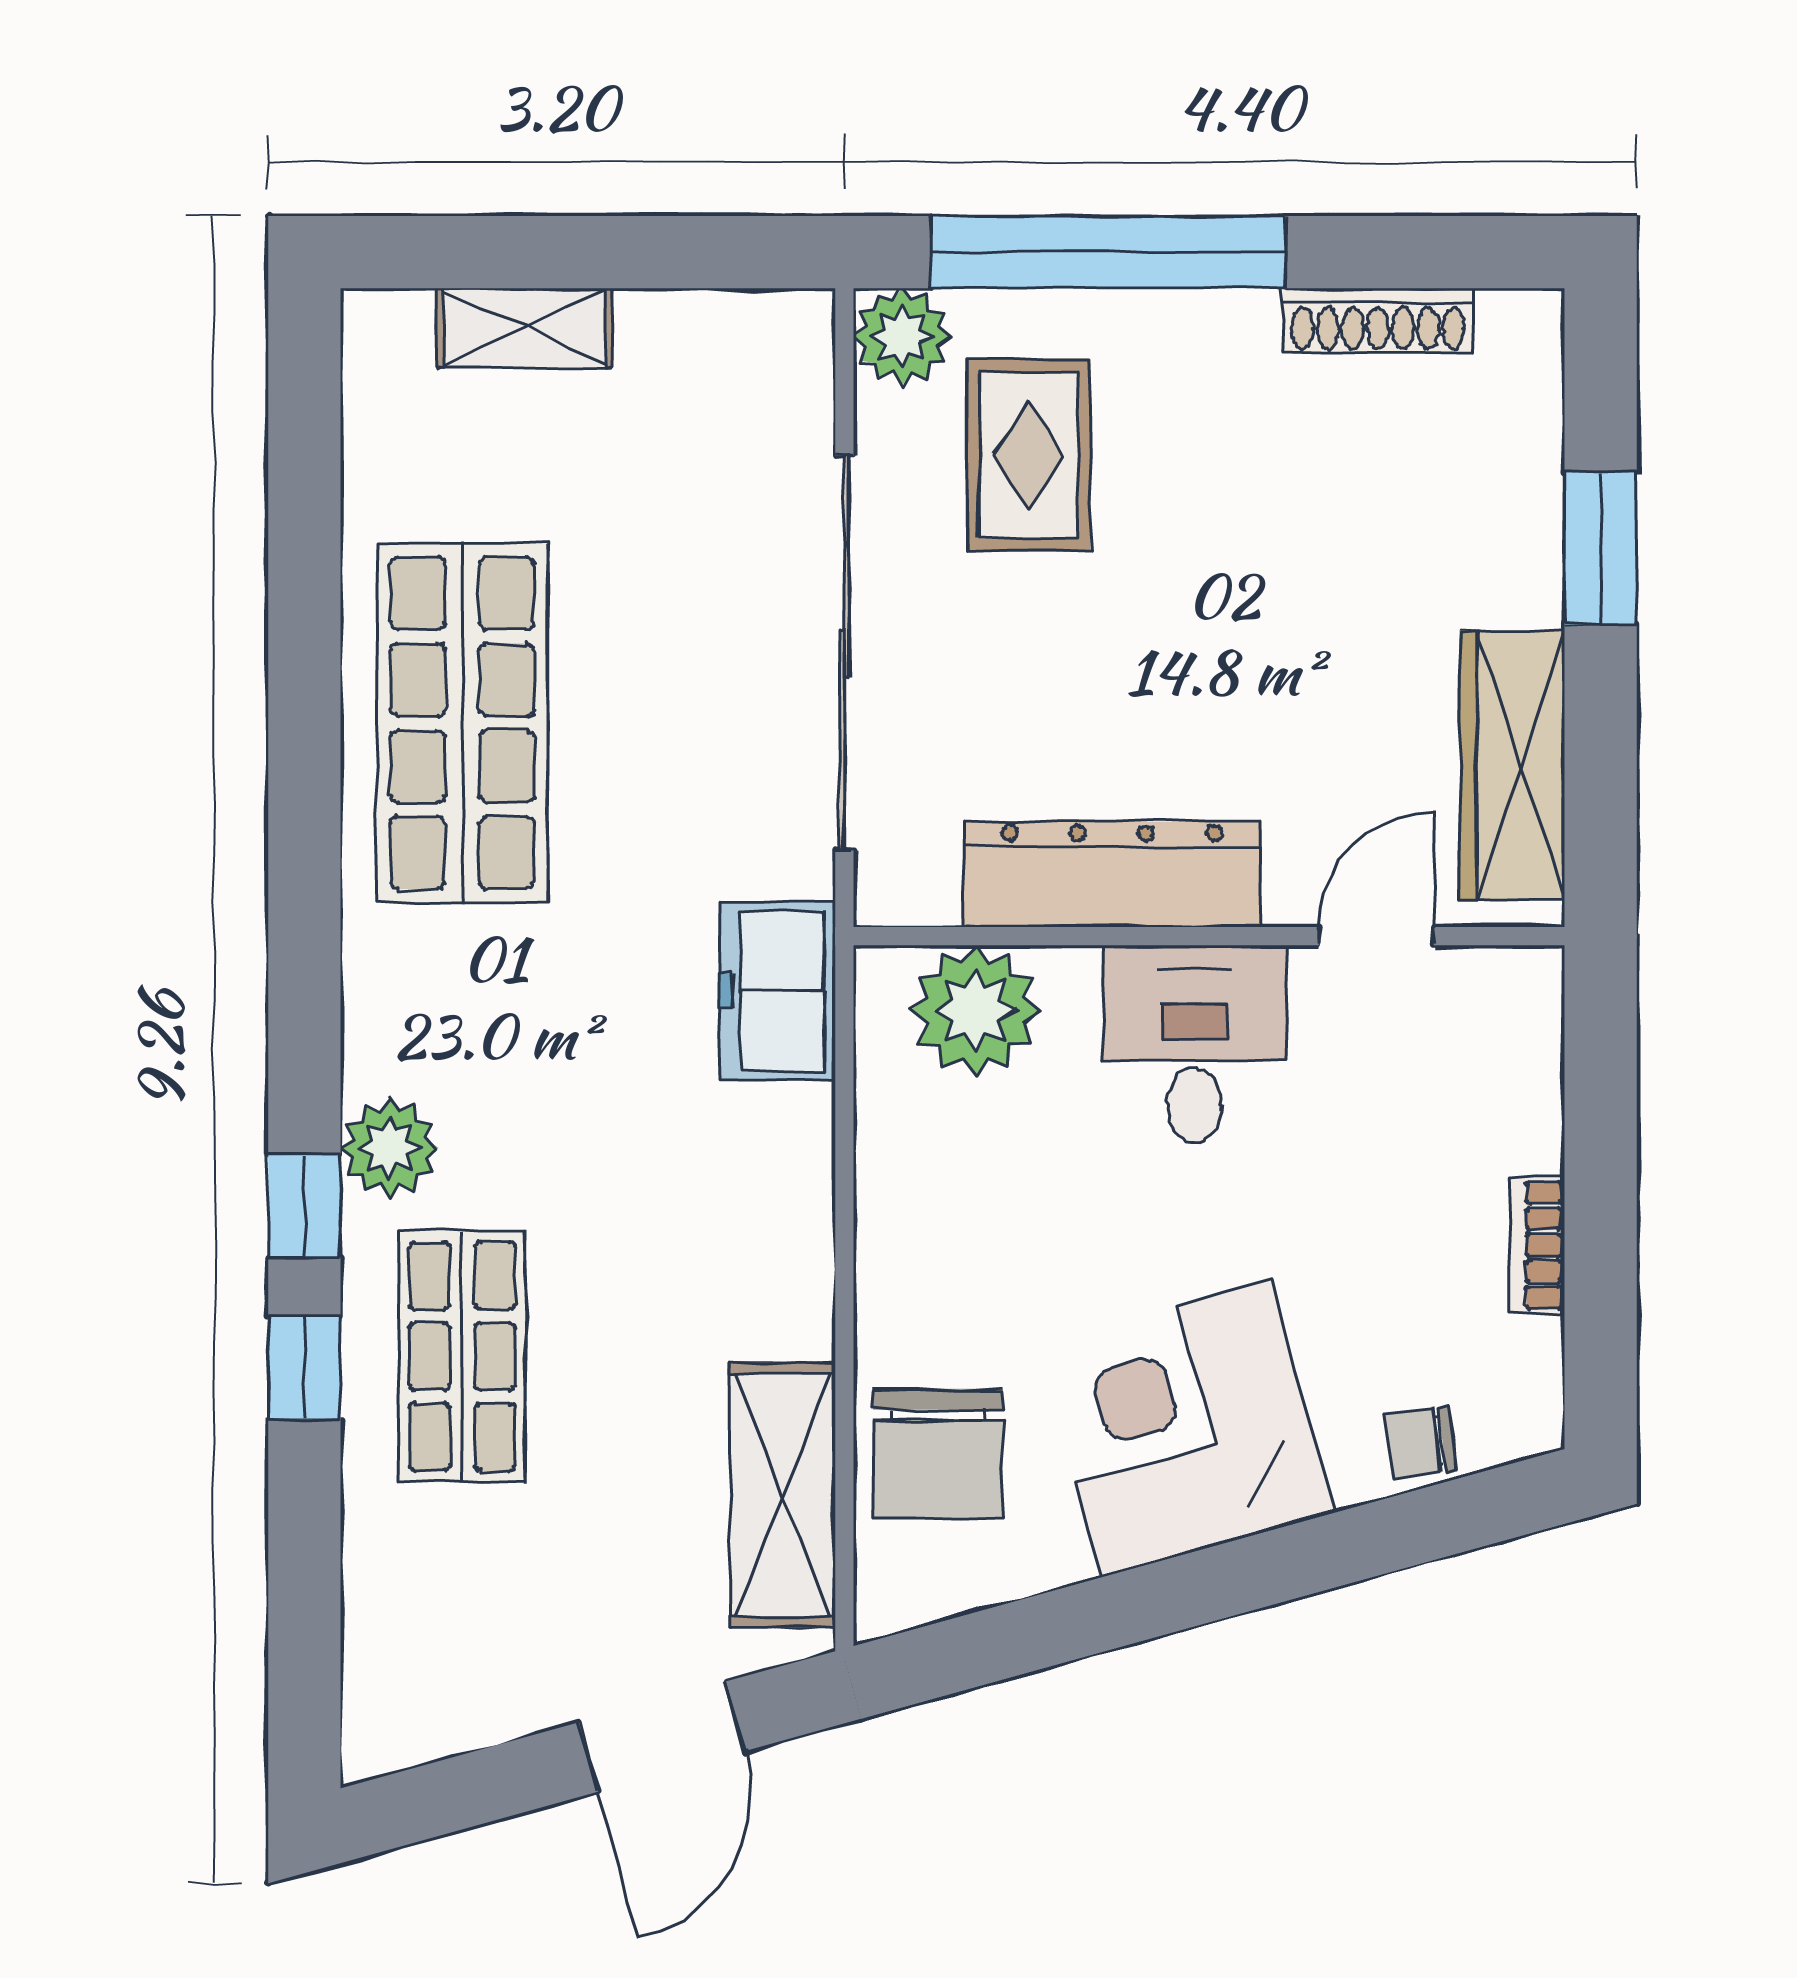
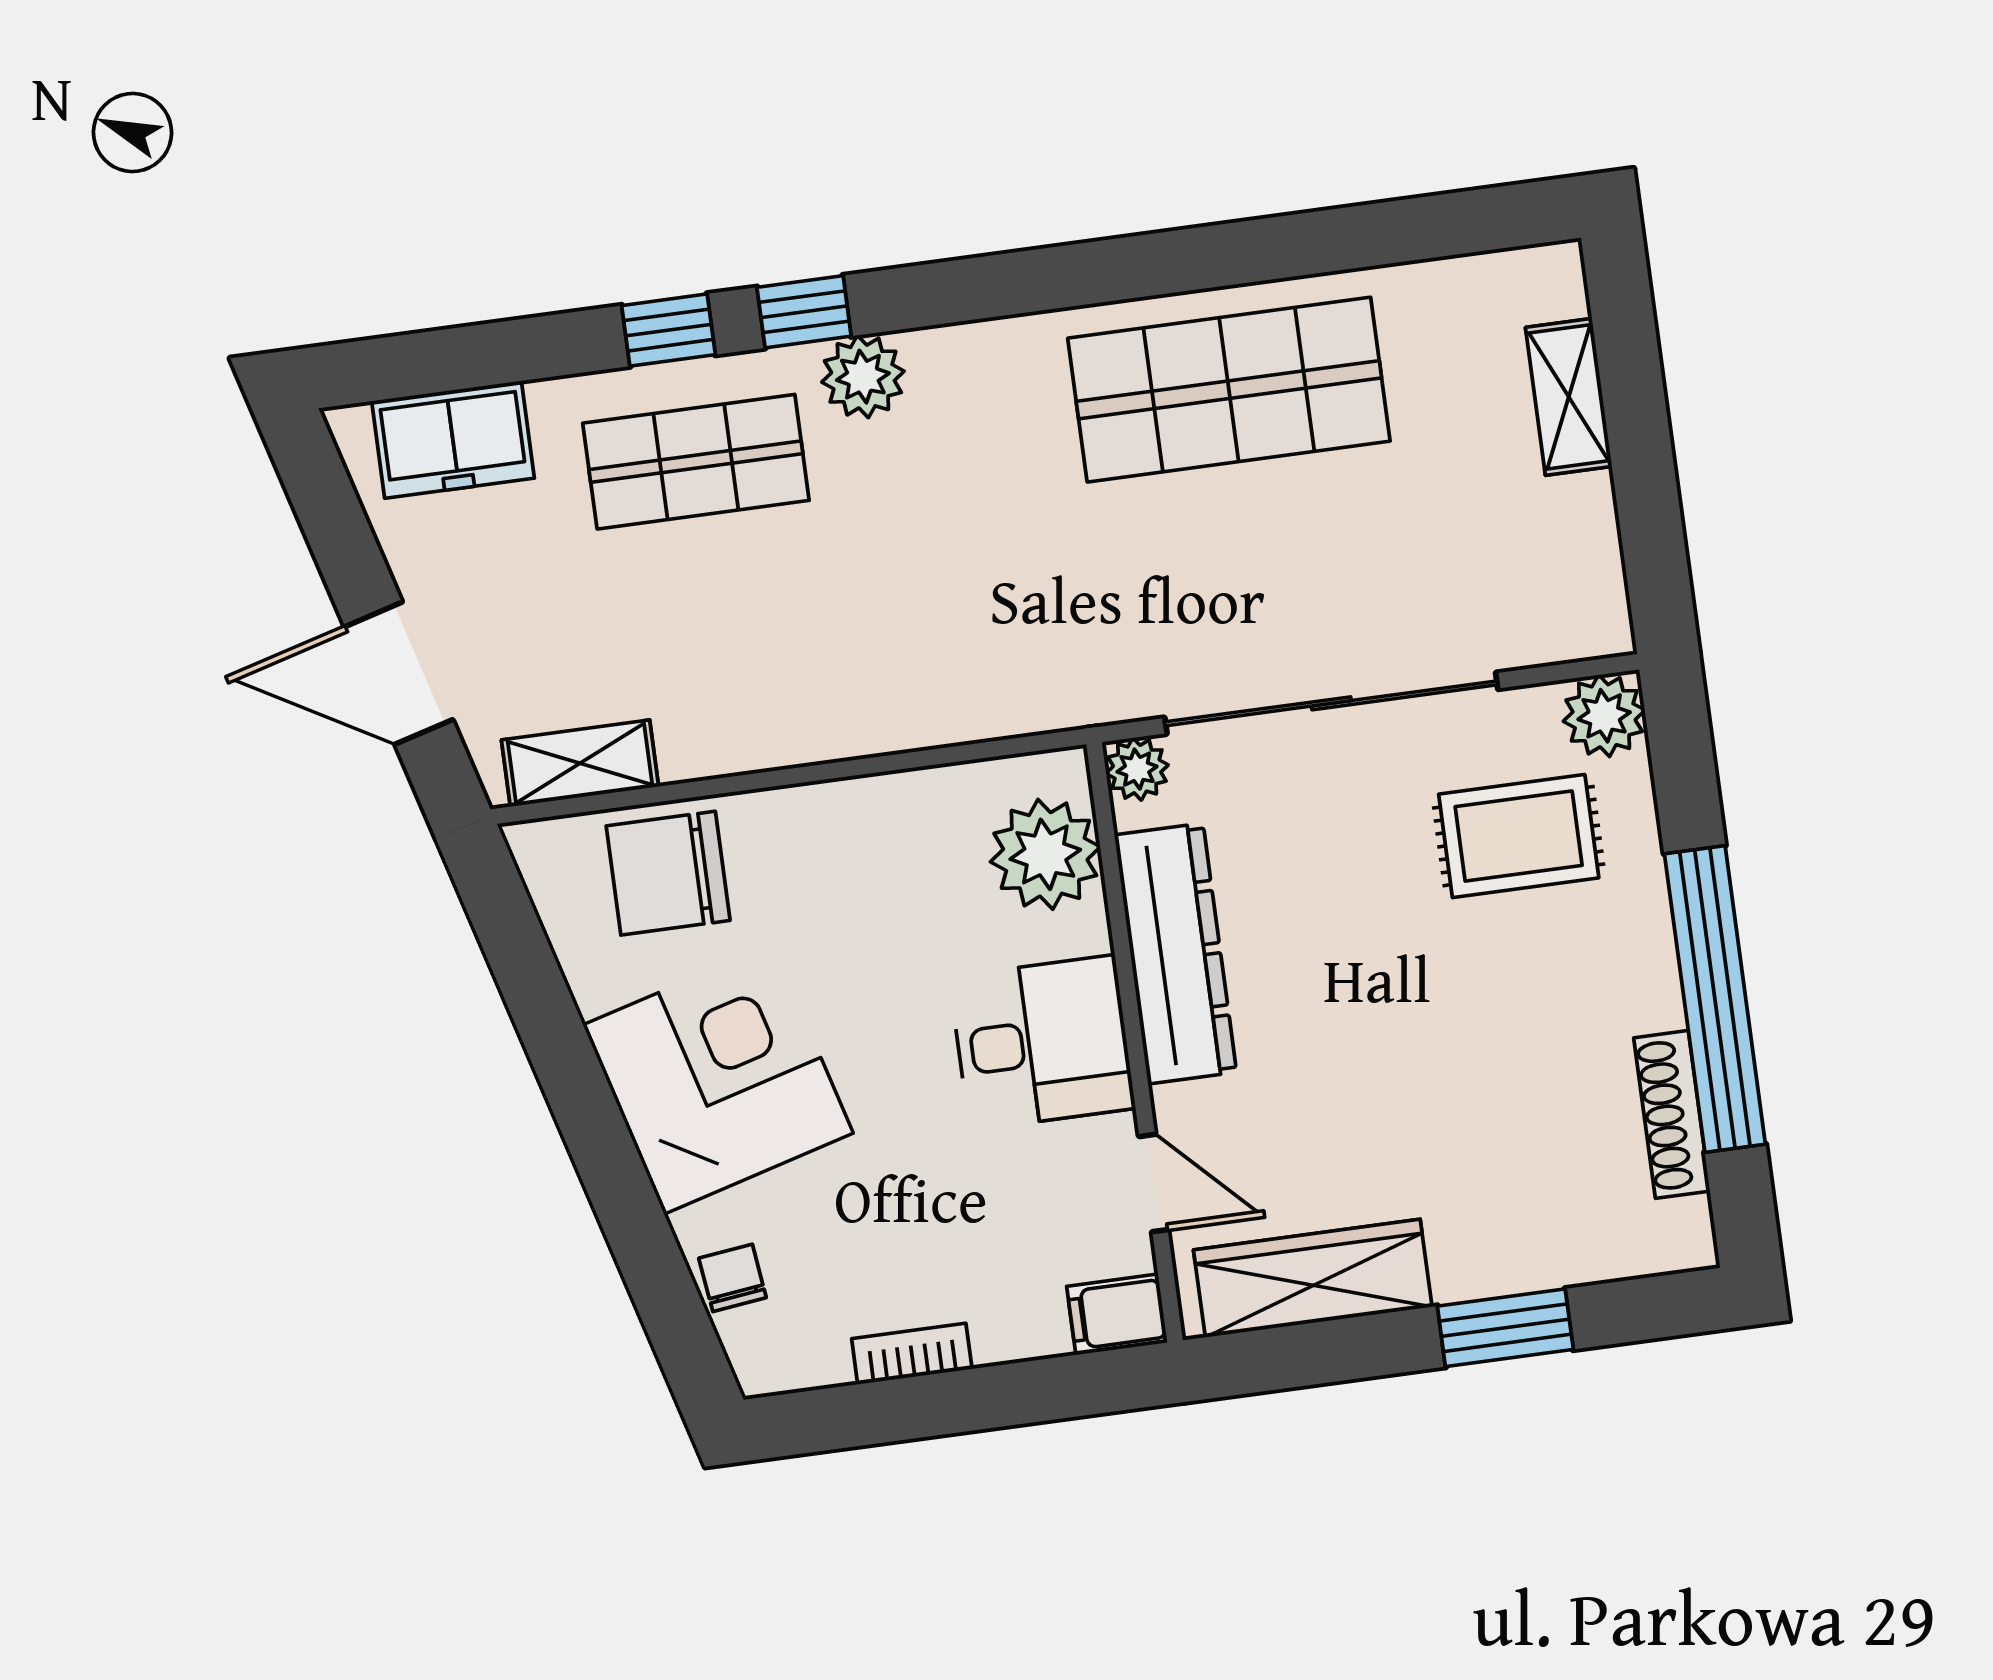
window: (1108, 252) -> (1715, 999), moved
plant: (891, 890) -> (1137, 769), added
freezer: (778, 991) -> (453, 440), moved, turned 180
filing cabinet: (1524, 999) -> (1117, 1314), added
shelving: (783, 1495) -> (580, 763), width x0.67, depth x0.75

